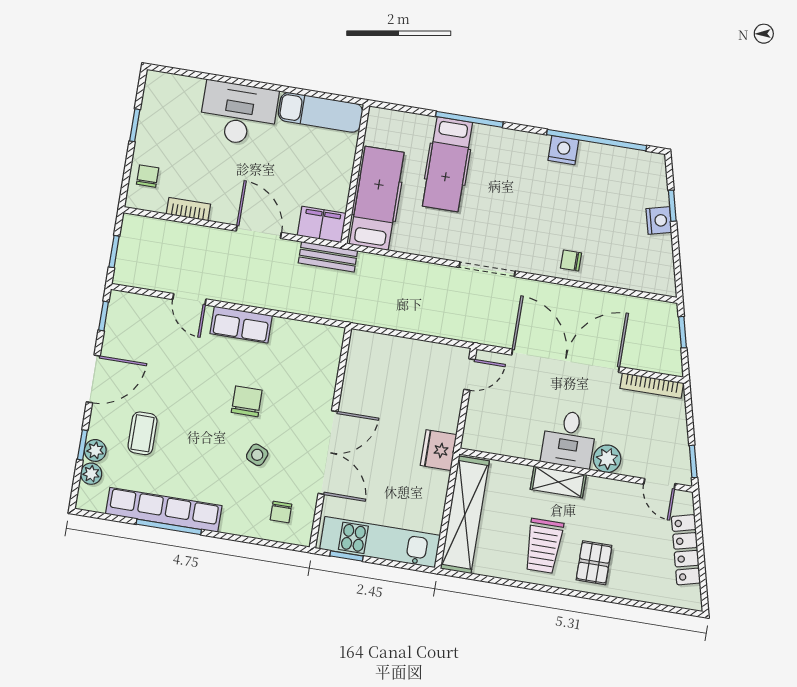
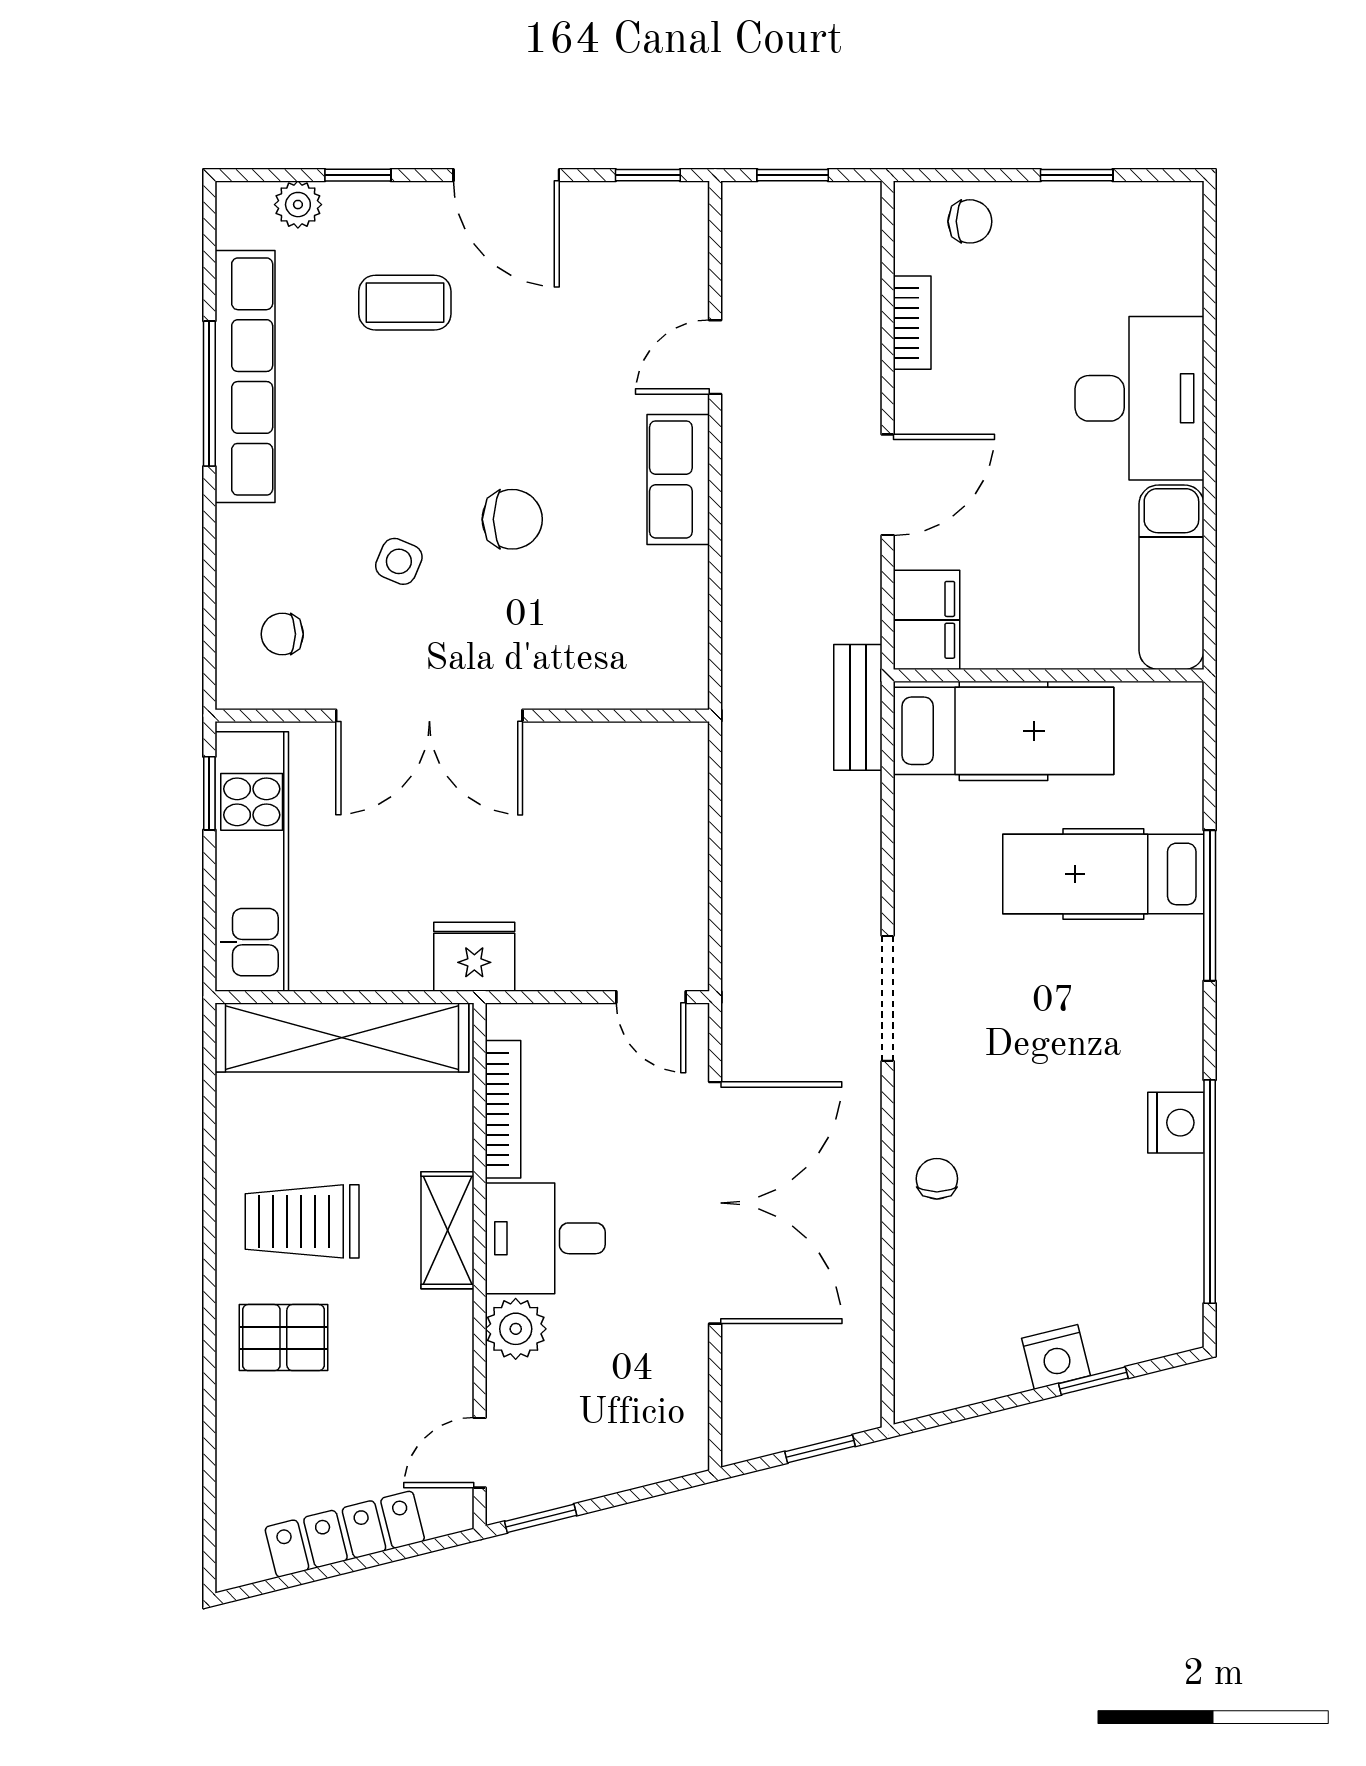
bench: (328, 257) -> (858, 707), moved
bookcase: (652, 386) -> (503, 1109), moved, turned 180
plant: (95, 450) -> (350, 205), removed

